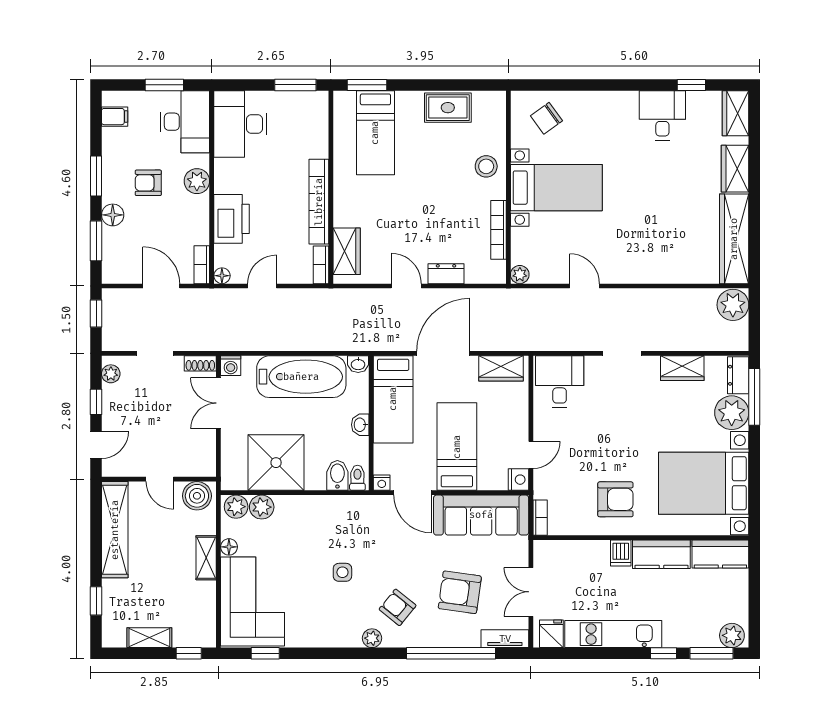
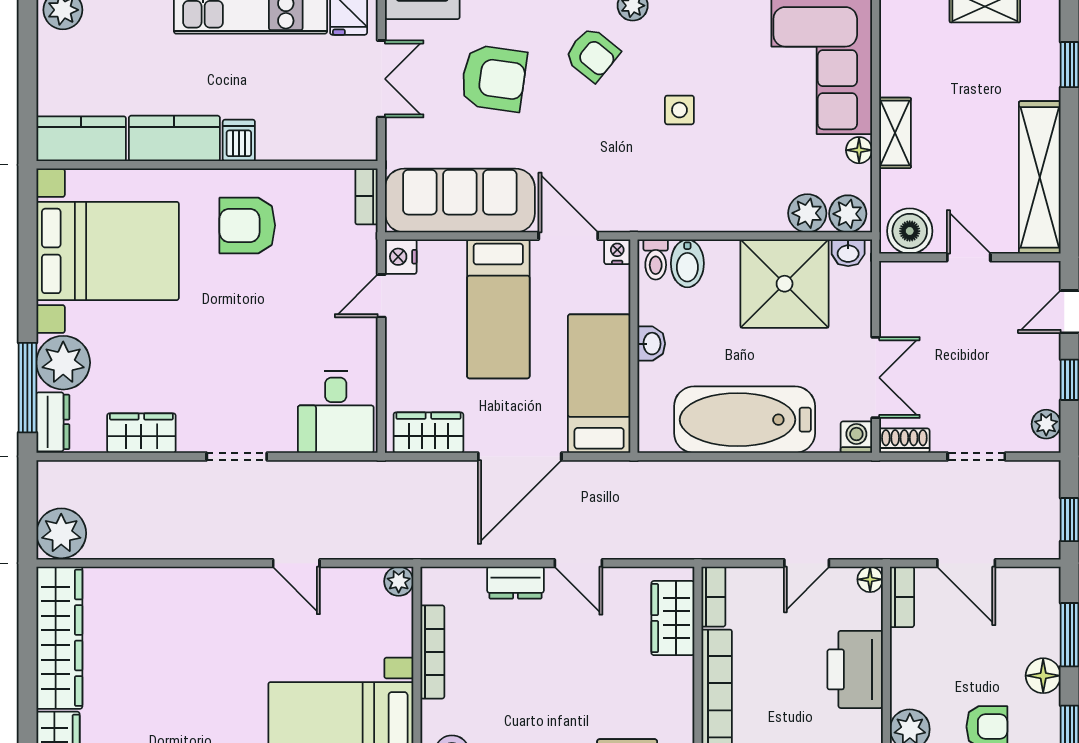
washbasin: (358, 364) -> (848, 253), moved, turned 180

